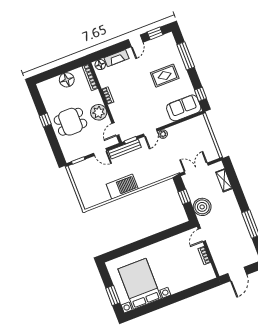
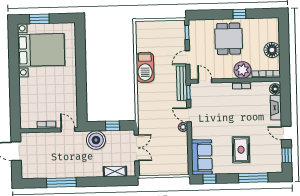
plant: (99, 112) -> (243, 70), moved

